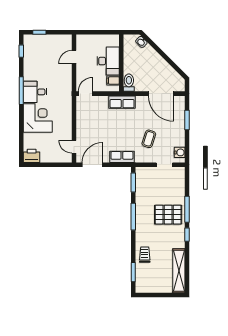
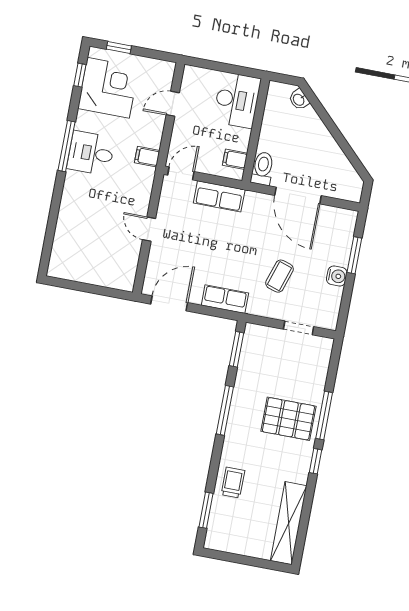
desk: (108, 61) -> (237, 100), moved
filing cabinet: (66, 88) -> (147, 157), added
door: (161, 94) -> (298, 196), moved
row of seats: (122, 102) -> (219, 196), moved
corner desk: (38, 118) -> (108, 88), moved
door: (74, 147) -> (149, 229), moved
water cooler: (180, 152) -> (337, 276), moved
printer: (32, 156) -> (63, 267), removed

